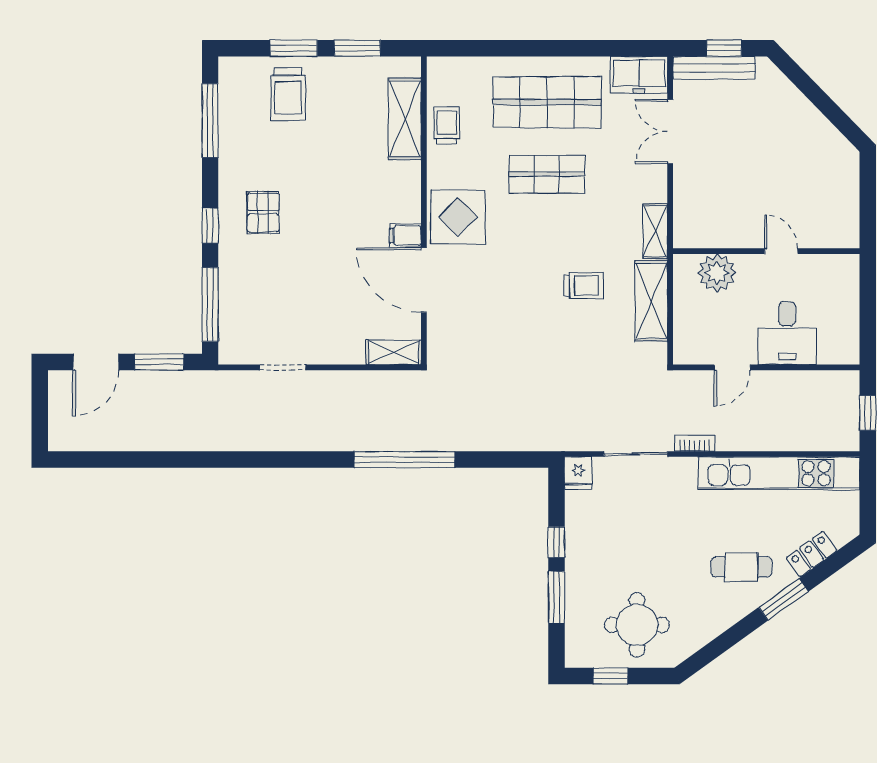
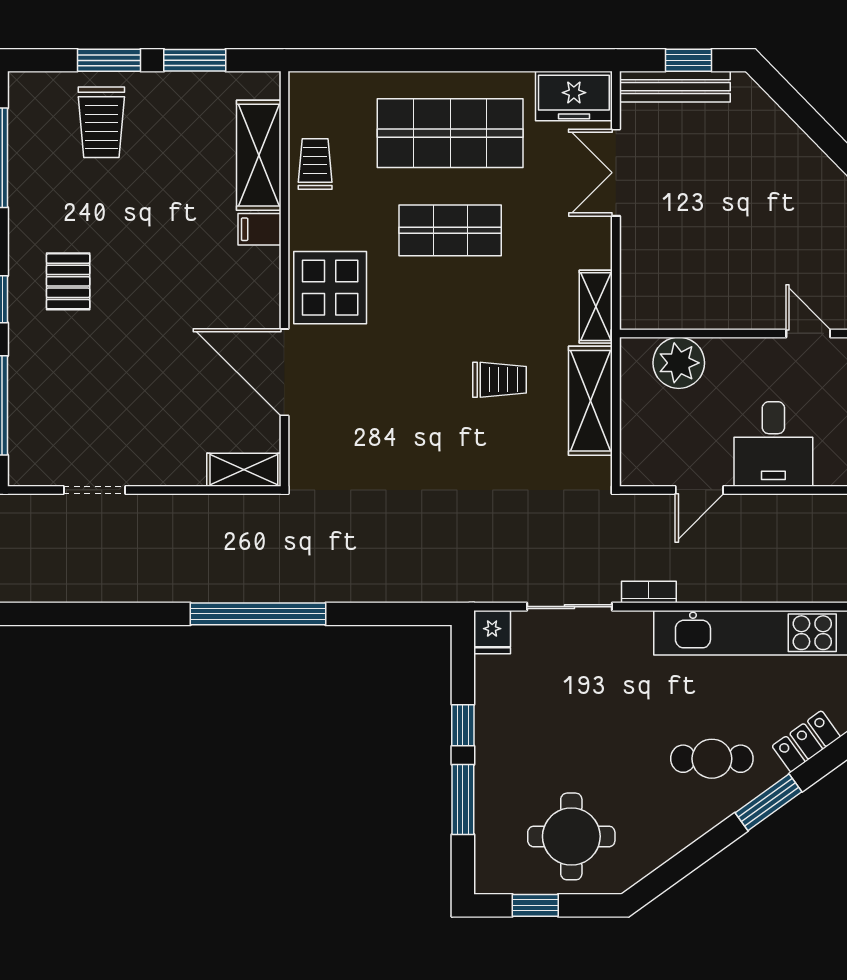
filing cabinet: (405, 235) -> (259, 229), moved
door: (781, 251) -> (808, 333), moved

